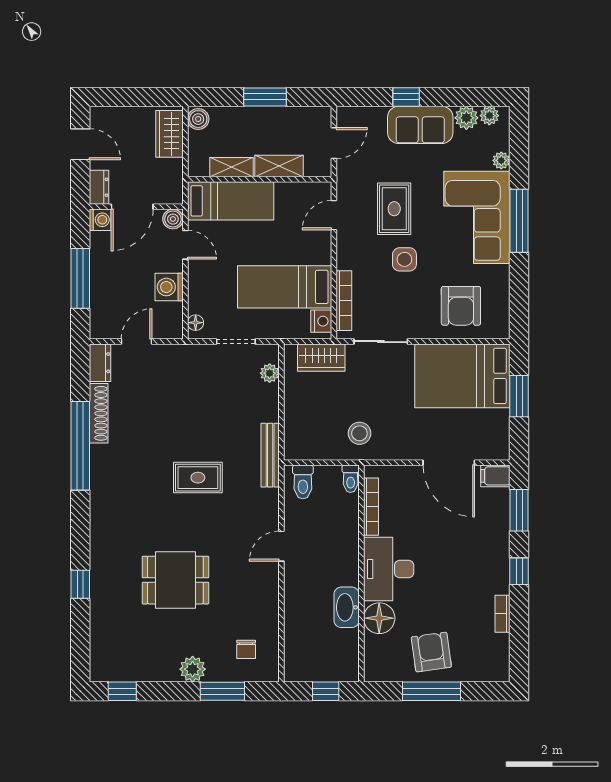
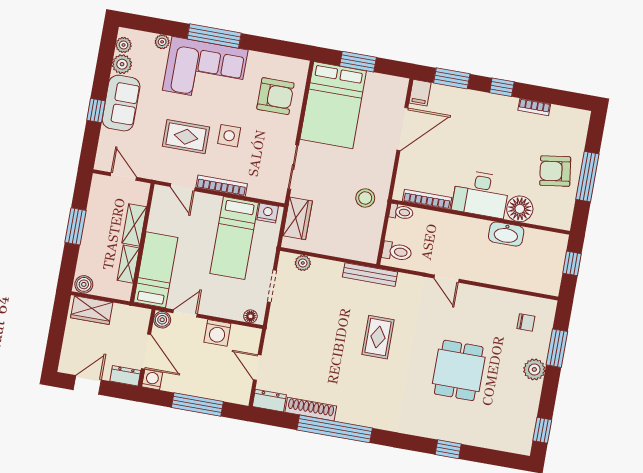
bookcase: (344, 301) -> (222, 186), moved

